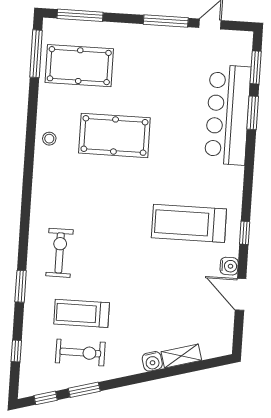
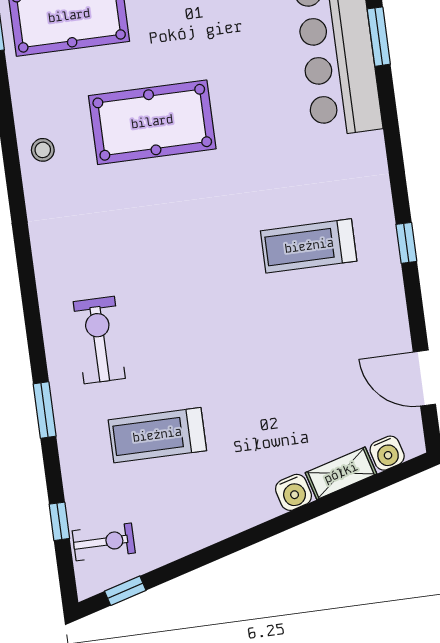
treadmill: (189, 223) -> (309, 246), width x0.73, depth x0.73
water cooler: (229, 266) -> (387, 453), moved, turned 74
door: (241, 294) -> (424, 378), moved
exercise bike: (80, 353) -> (104, 542), moved, width x0.73, depth x0.72
window: (84, 390) -> (188, 564), removed

